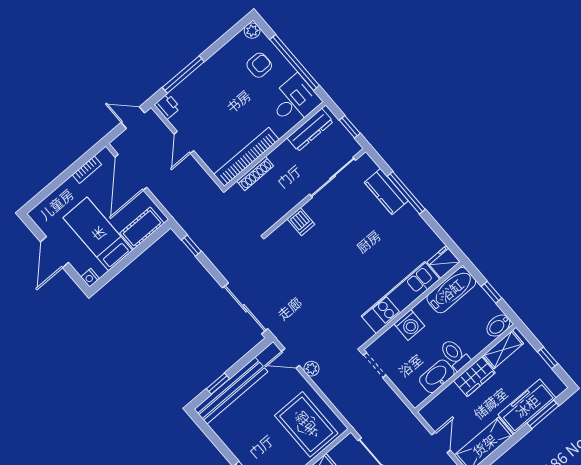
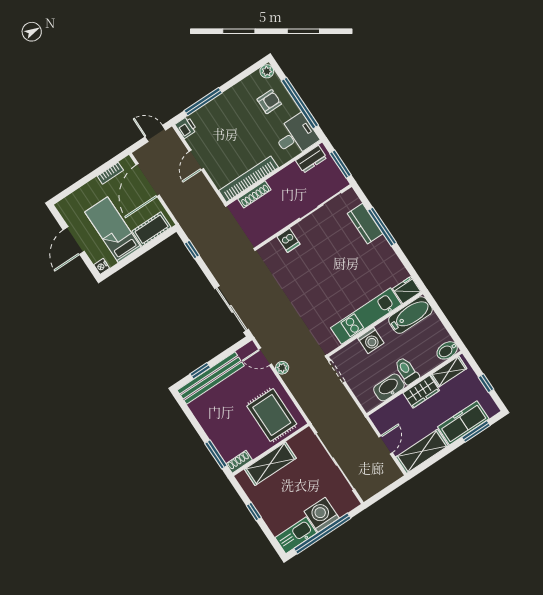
window: (350, 127) -> (340, 164), width x1.50
dresser: (310, 130) -> (311, 159), width x0.70
window: (492, 292) -> (445, 321), removed

